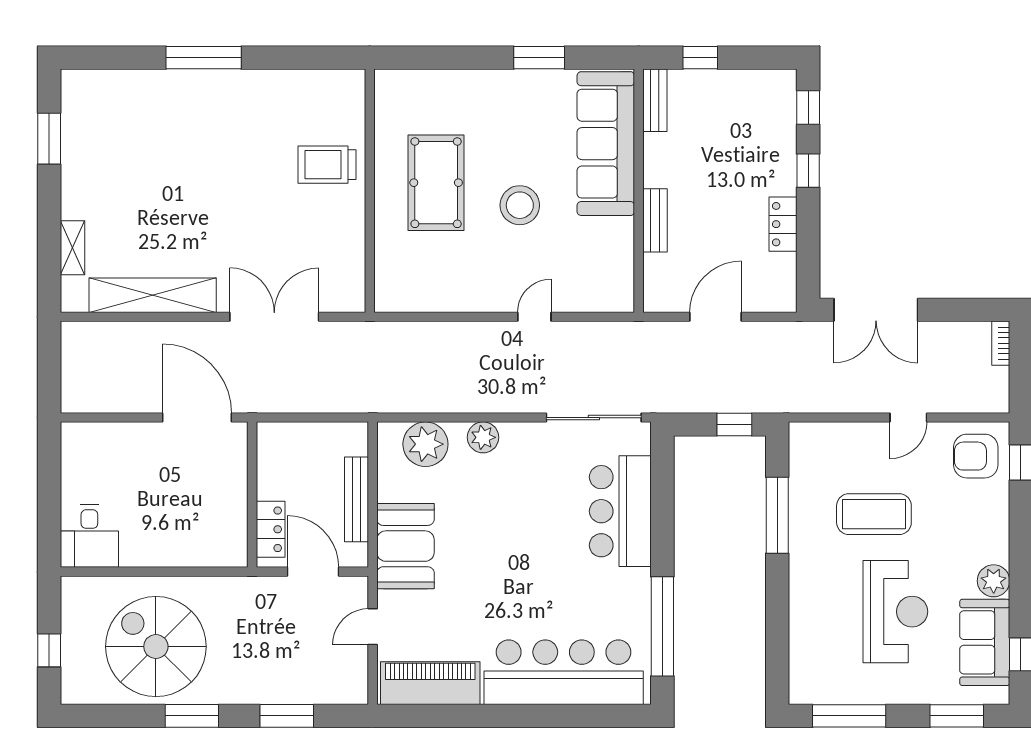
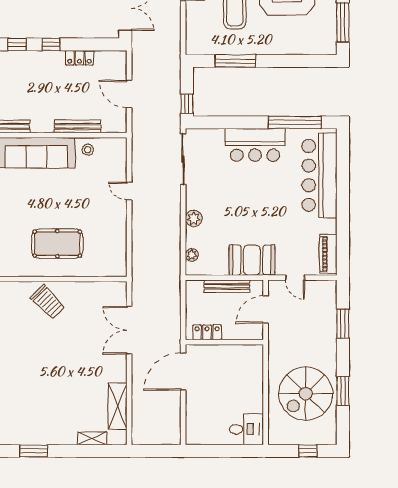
trolley: (327, 165) -> (48, 302), turned -45
stool: (520, 205) -> (88, 150), moved, width x0.53, depth x0.53
bench: (655, 220) -> (77, 126), width x1.36
shelving: (153, 295) -> (118, 406), width x0.68
window: (734, 425) -> (187, 104), moved
plant: (425, 444) -> (192, 255), width x0.53, depth x0.53
bar counter: (620, 511) -> (255, 145), moved
locker: (271, 529) -> (207, 332), moved
piano: (430, 683) -> (328, 254), width x0.73, depth x0.75
window: (192, 716) -> (343, 391), moved

